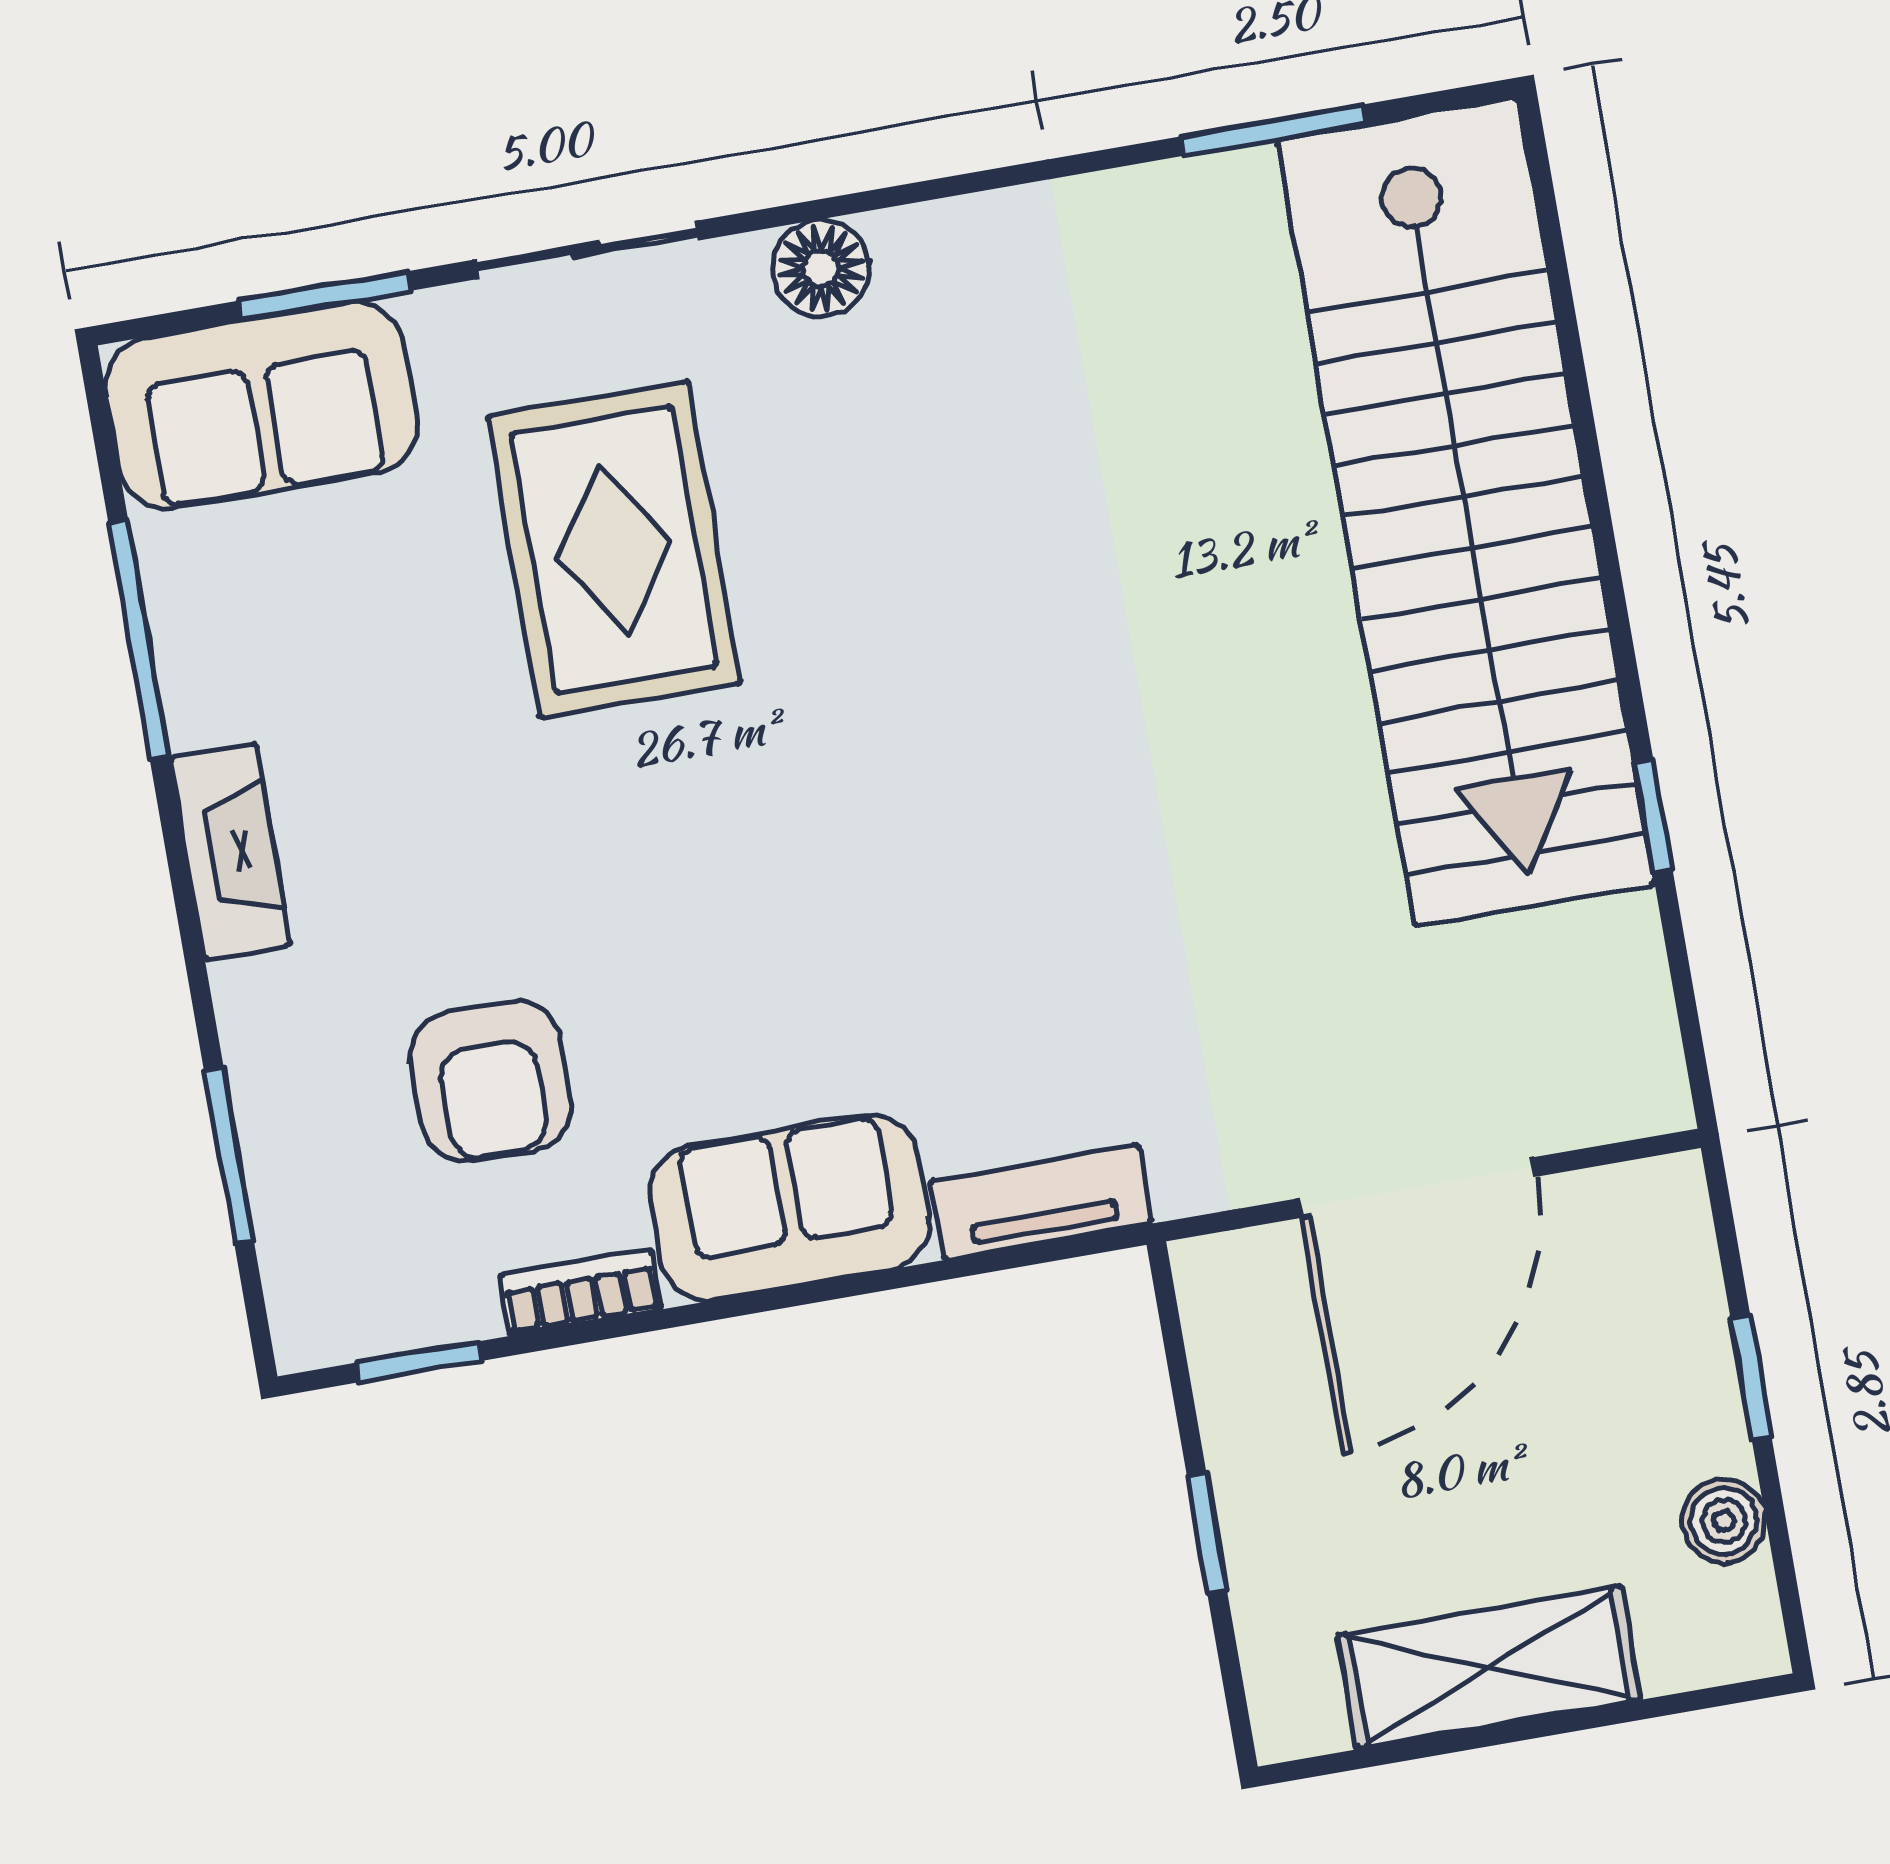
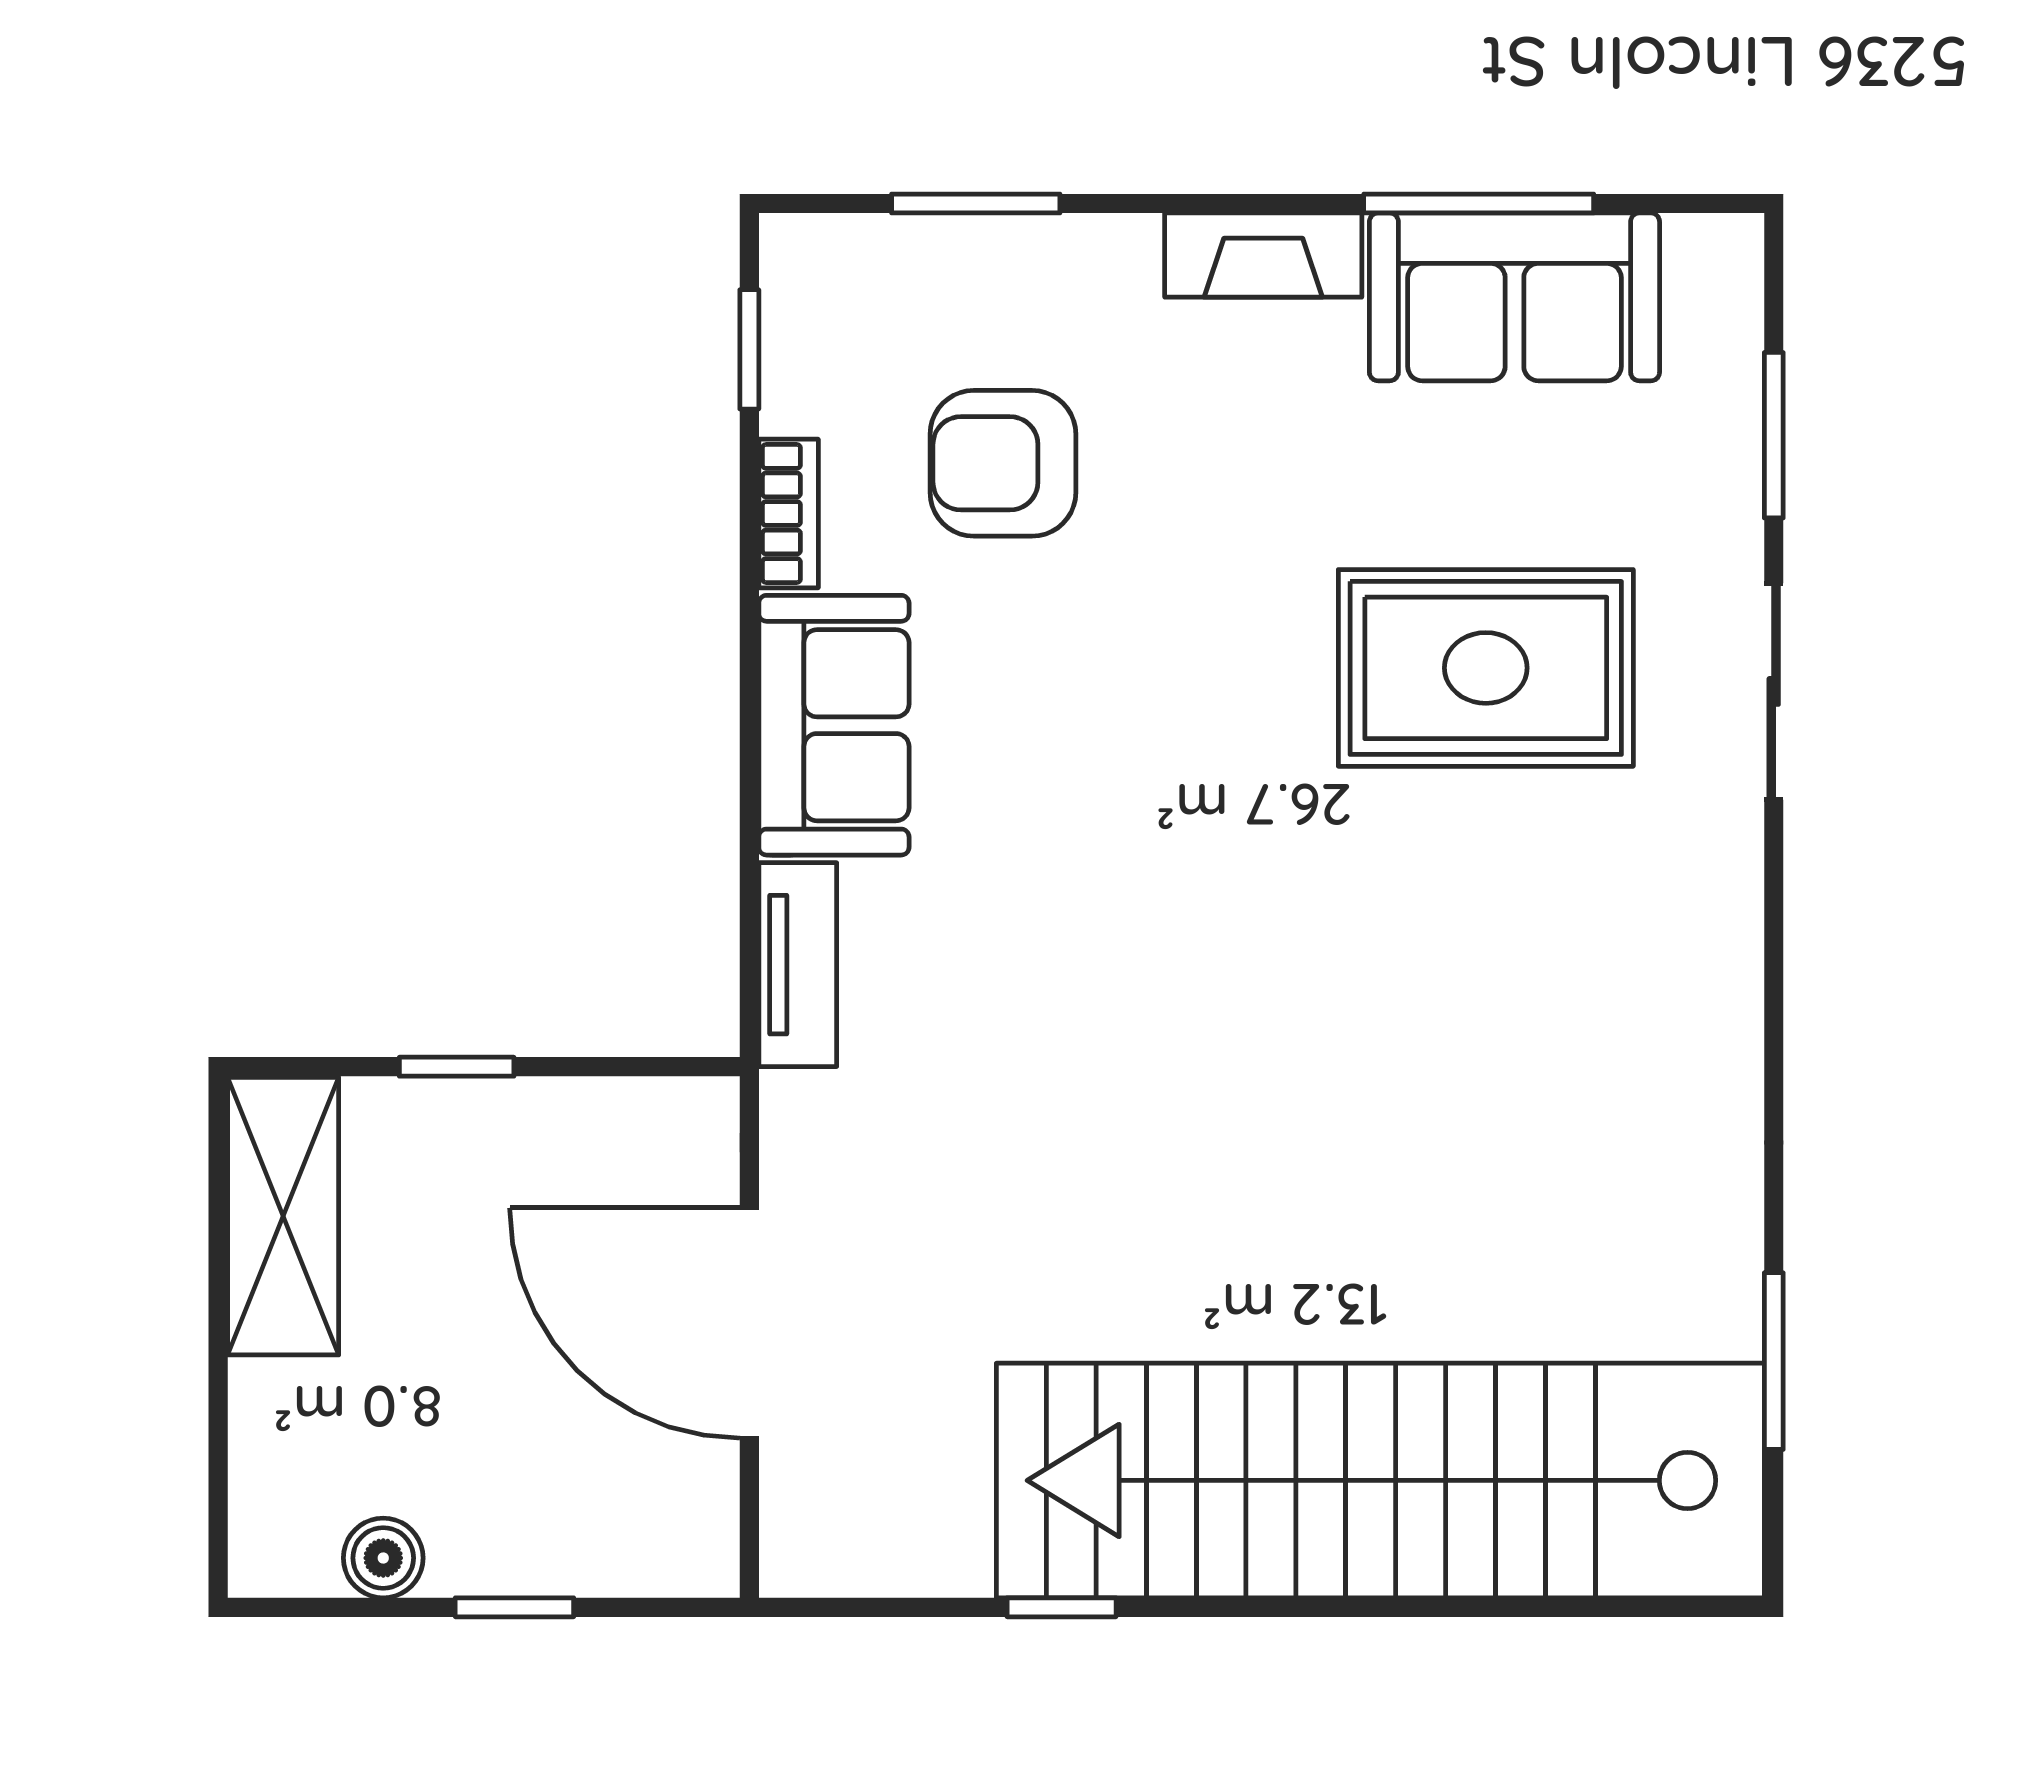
floor lamp: (821, 268) -> (1718, 910), removed
sofa: (261, 405) -> (1514, 297), moved, turned -90
shelving: (1489, 1668) -> (283, 1216), moved

